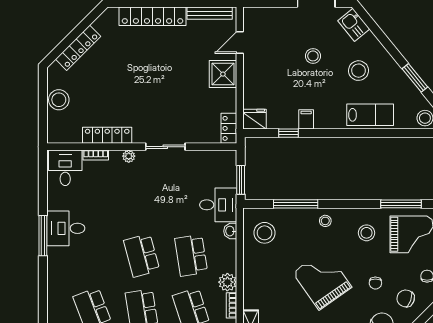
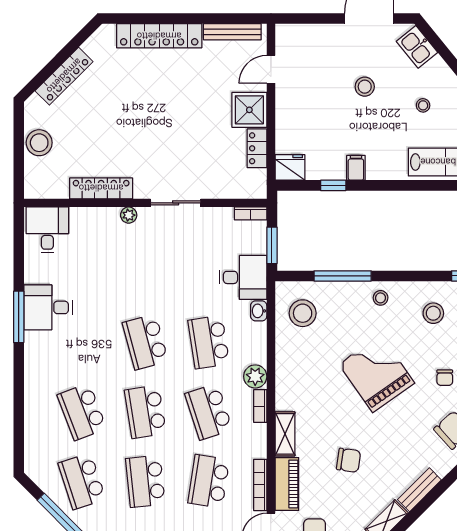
stool: (359, 71) -> (423, 105), width x0.53, depth x0.53
locker: (229, 128) -> (257, 148), moved
bookcase: (96, 155) -> (251, 213), moved

